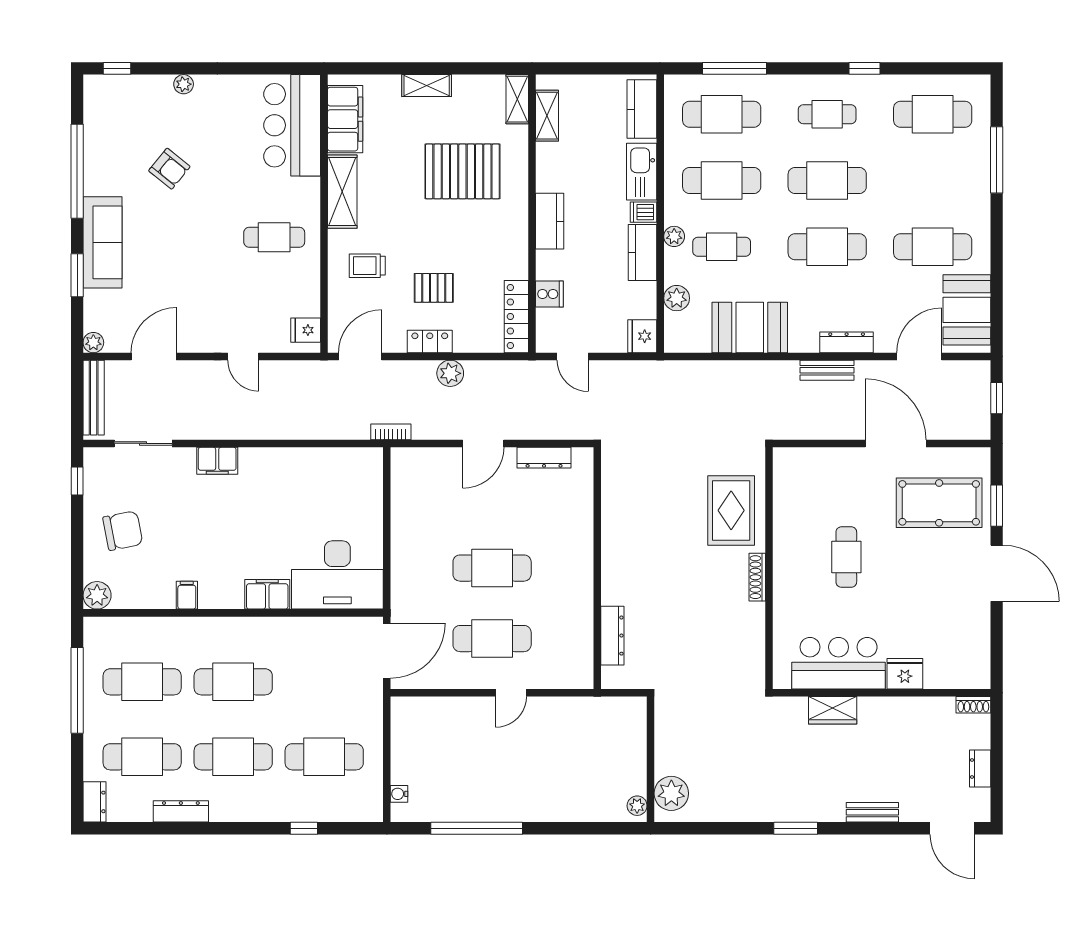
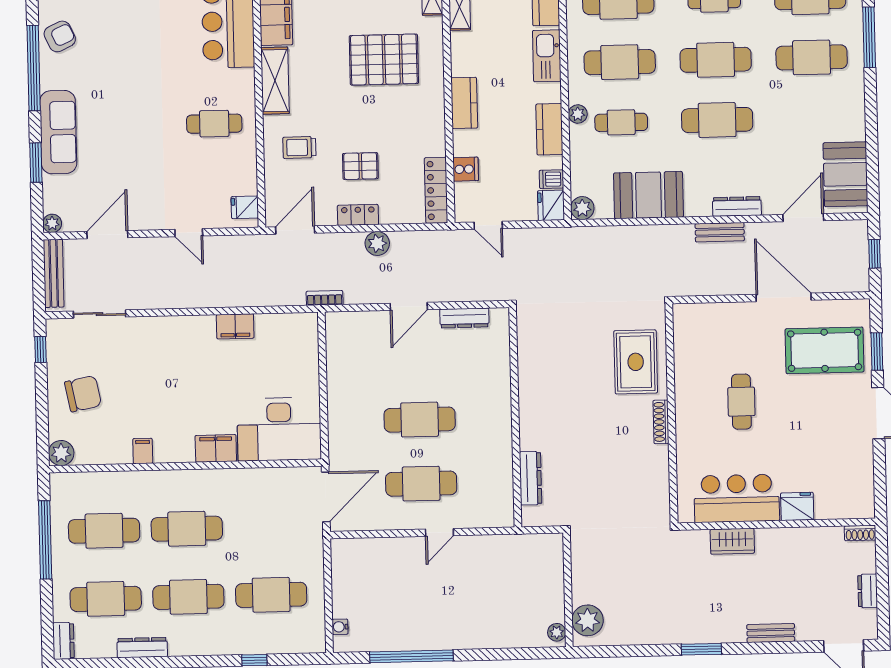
armchair: (169, 169) -> (60, 36), moved, turned -64
dishwasher: (643, 212) -> (551, 179), moved
cafe table: (933, 247) -> (812, 57), moved
plant: (677, 298) -> (582, 208), moved
filing cabinet: (217, 461) -> (235, 326), moved

